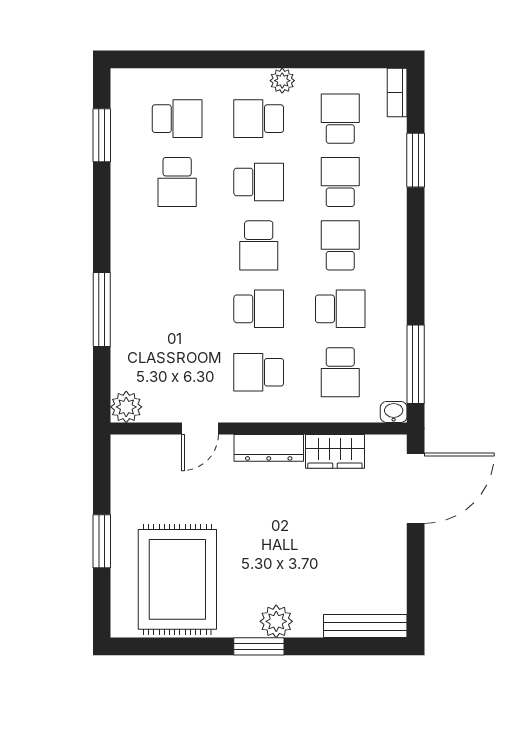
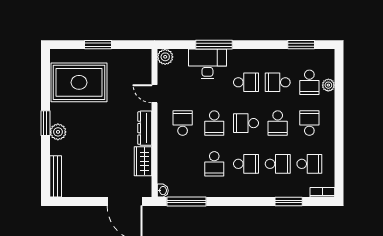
plant: (282, 81) -> (328, 85), moved
desk: (140, 322) -> (207, 64), added
school desk: (340, 372) -> (246, 82), moved, turned 180

